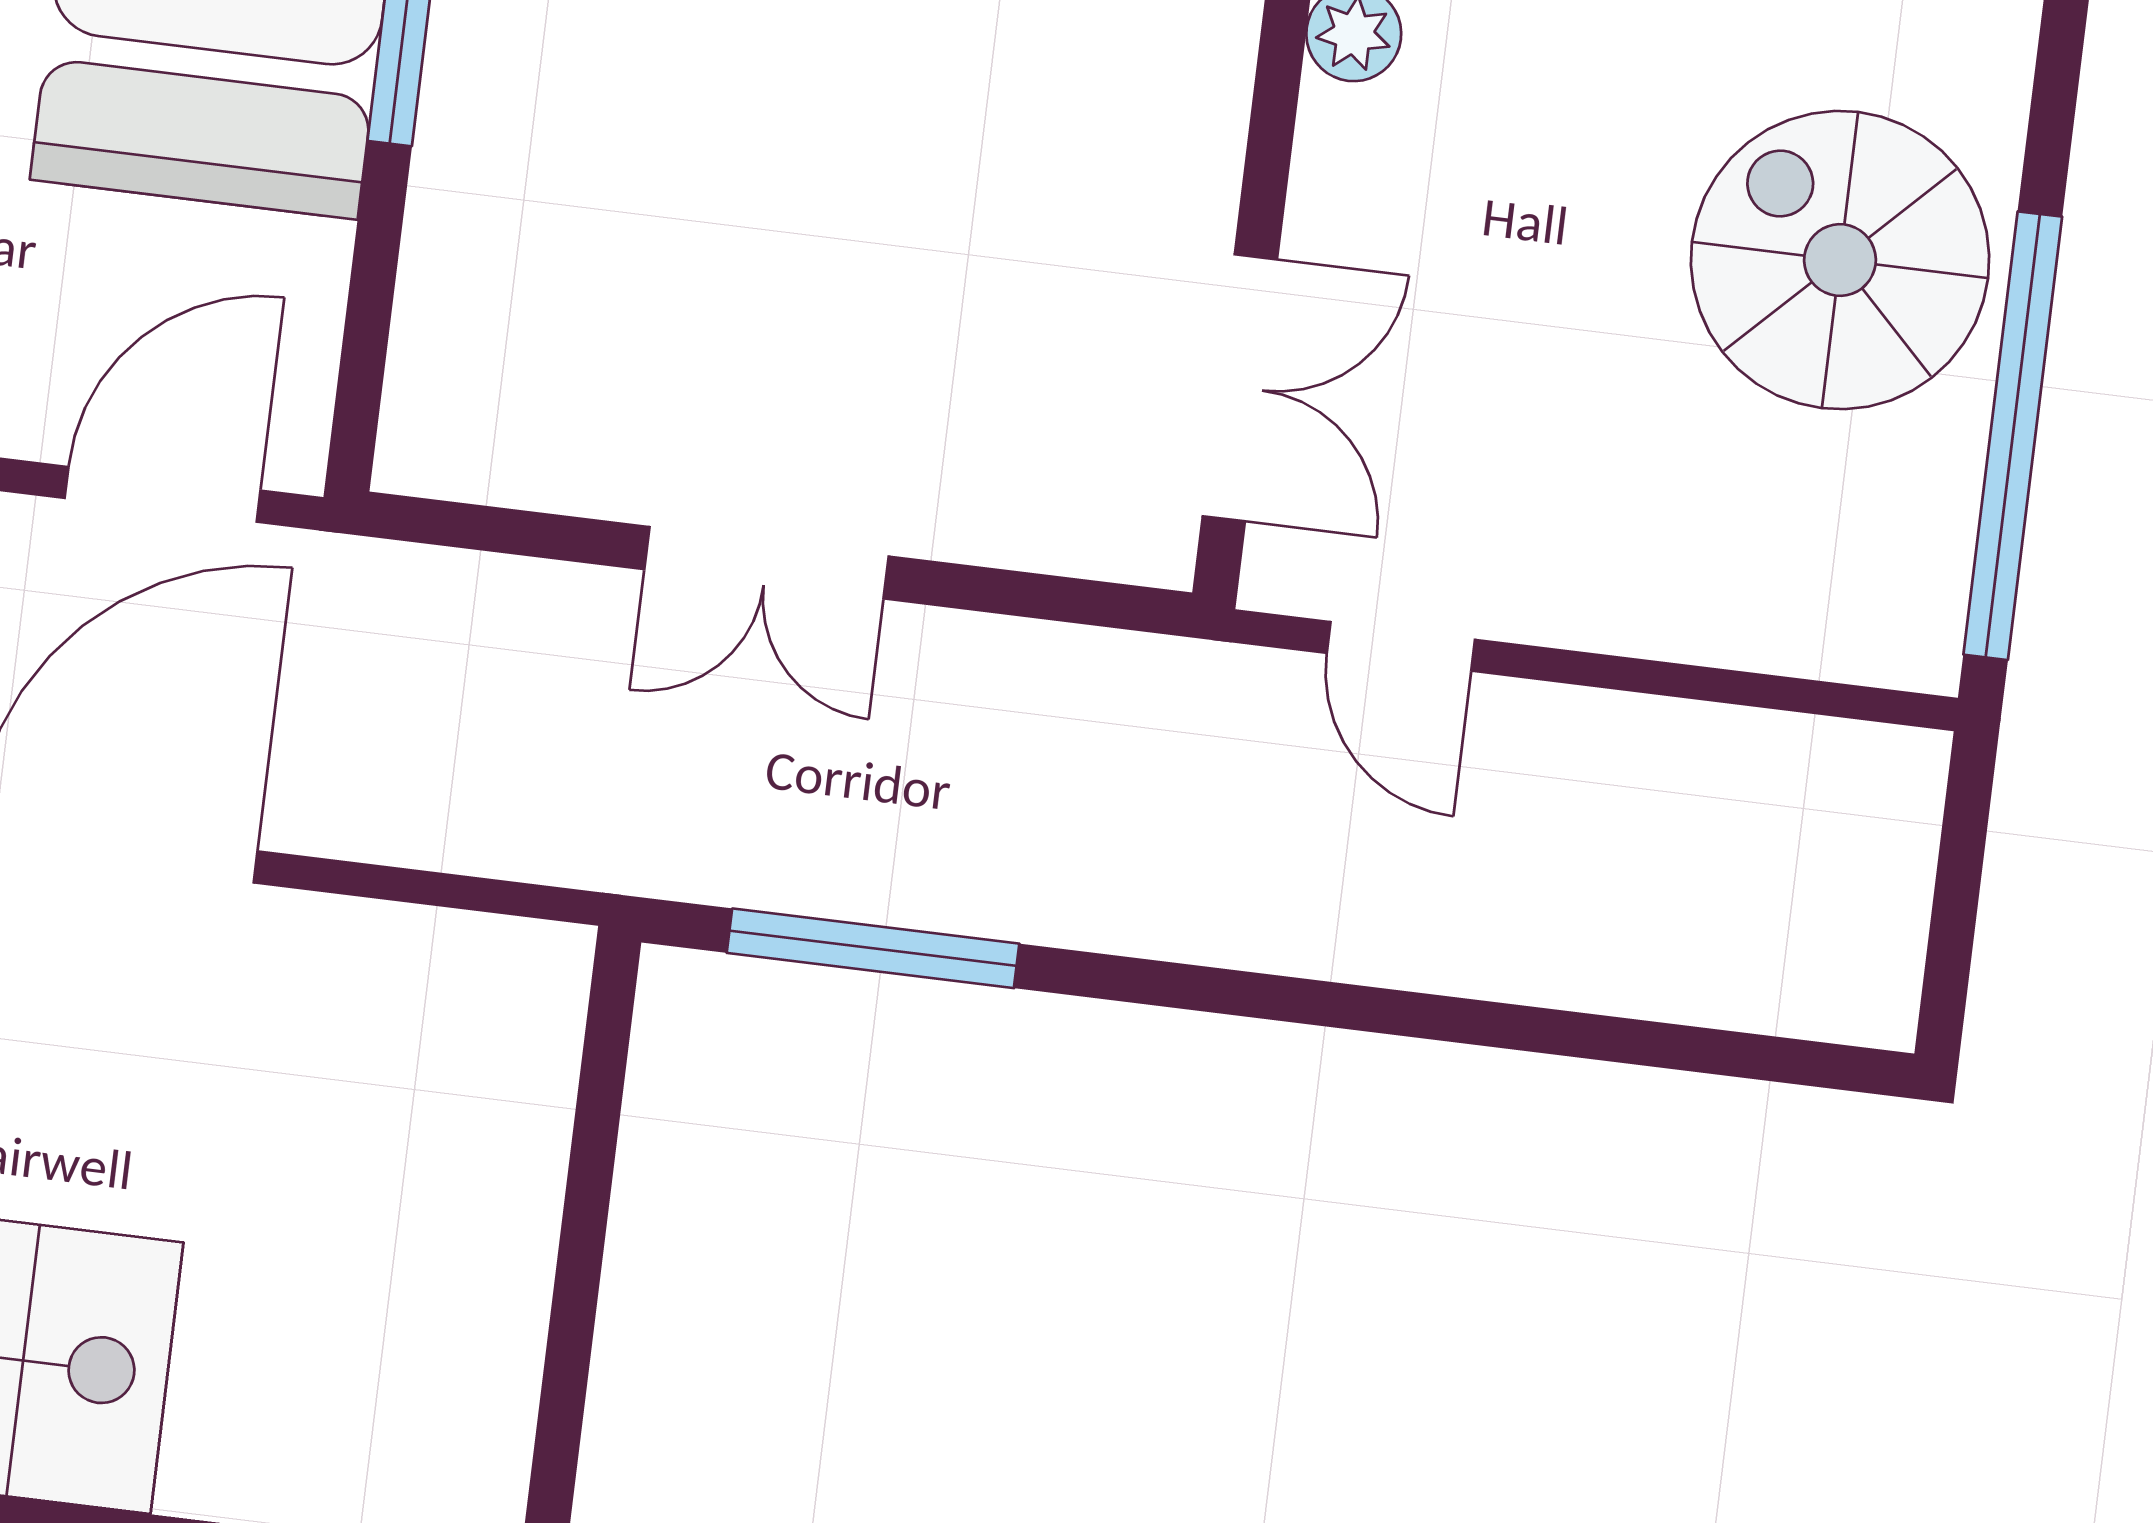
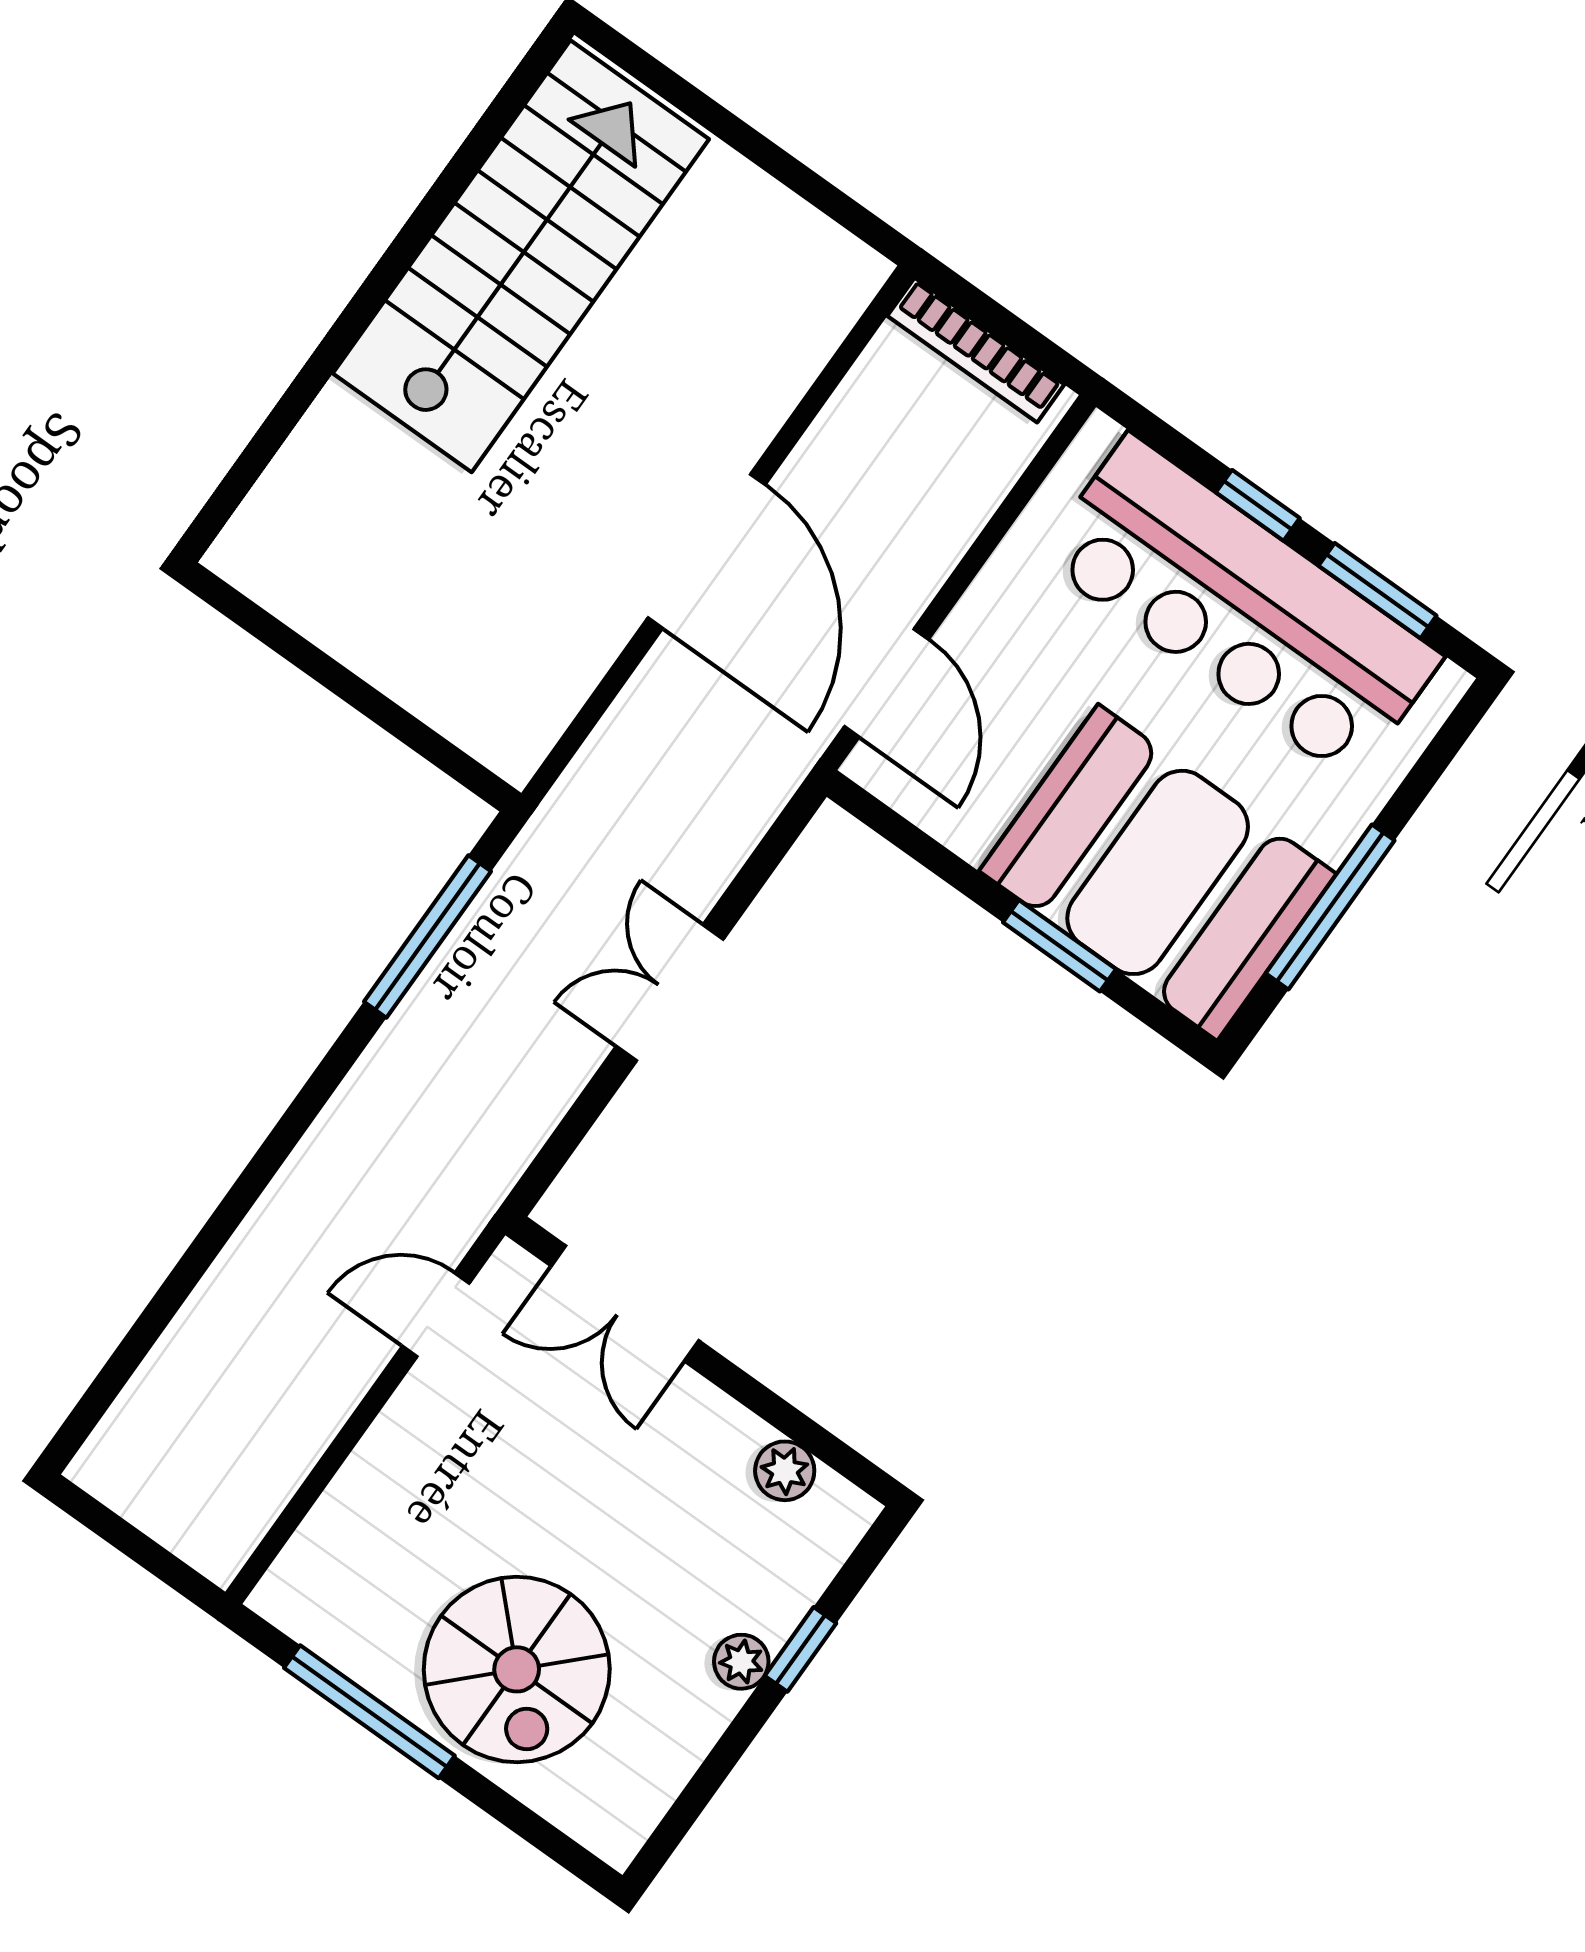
spiral stairs: (1840, 260) -> (517, 1669), turned 90
window: (2013, 436) -> (369, 1712), width x0.68

